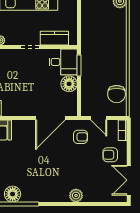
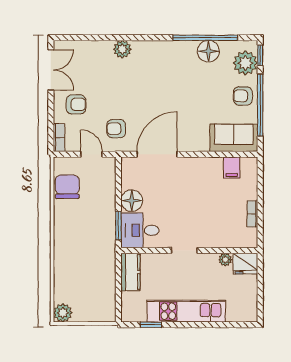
kitchen counter: (54, 38) -> (130, 272), moved, turned -90

